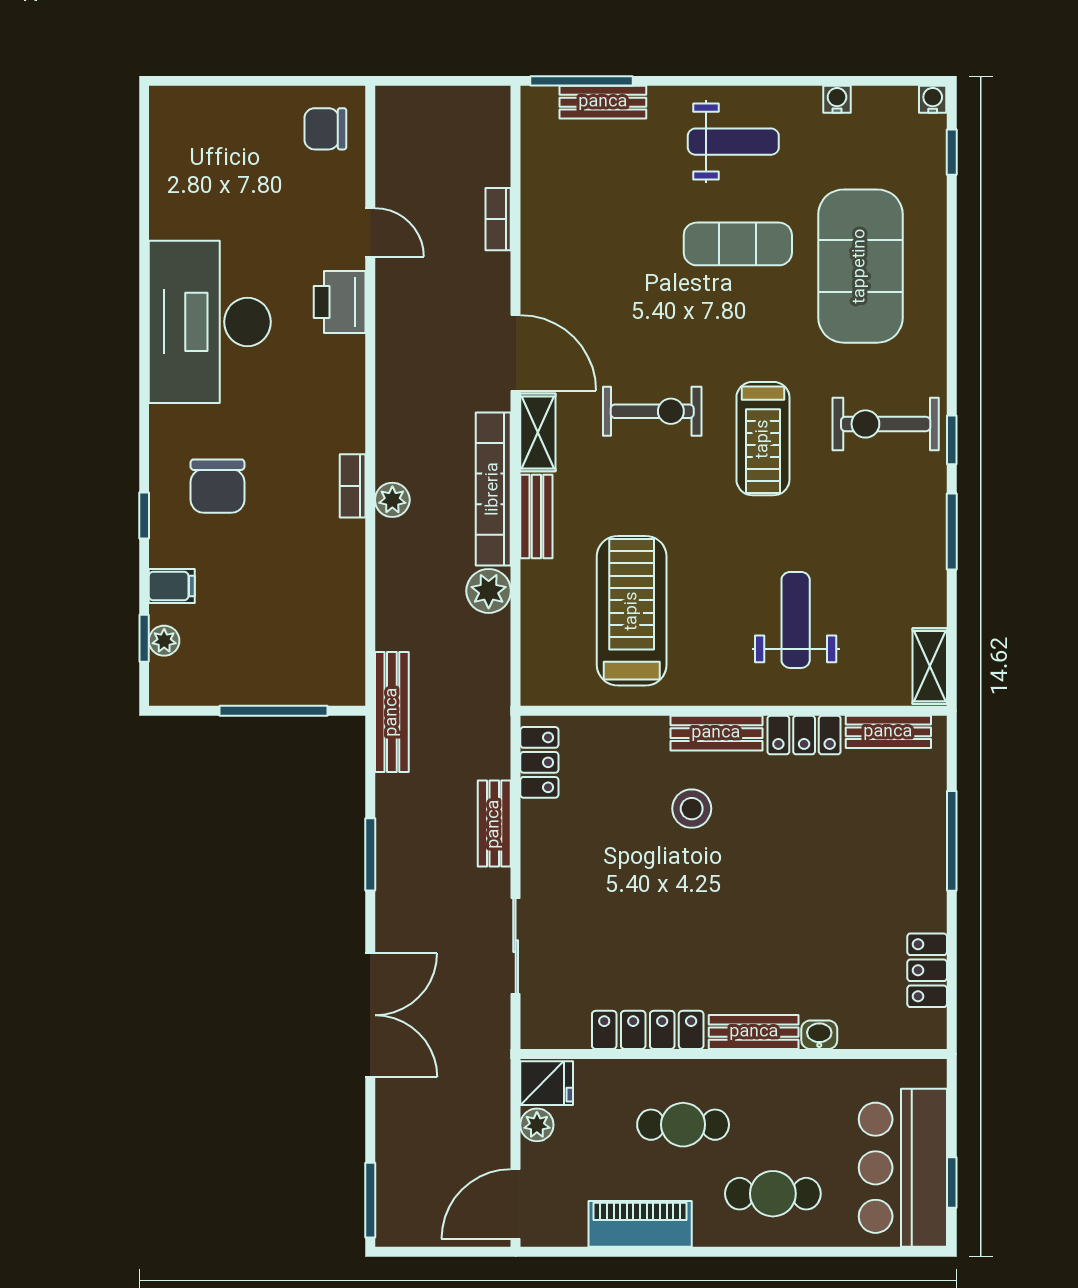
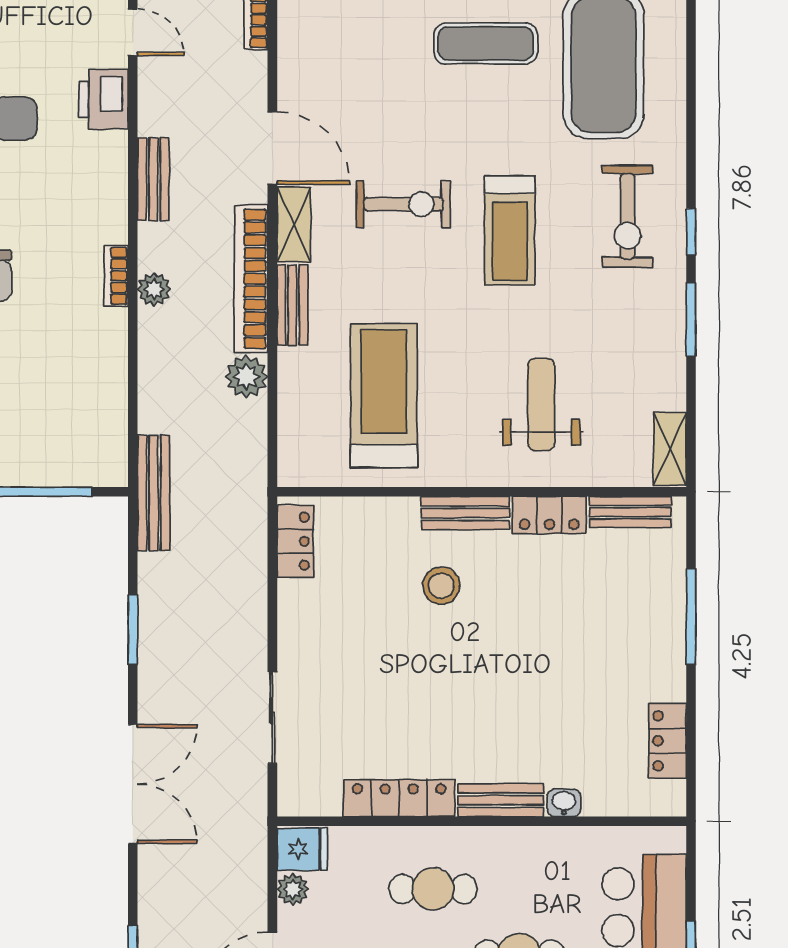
exercise bike: (886, 424) -> (628, 216), turned -90
bench: (494, 824) -> (153, 179), moved

